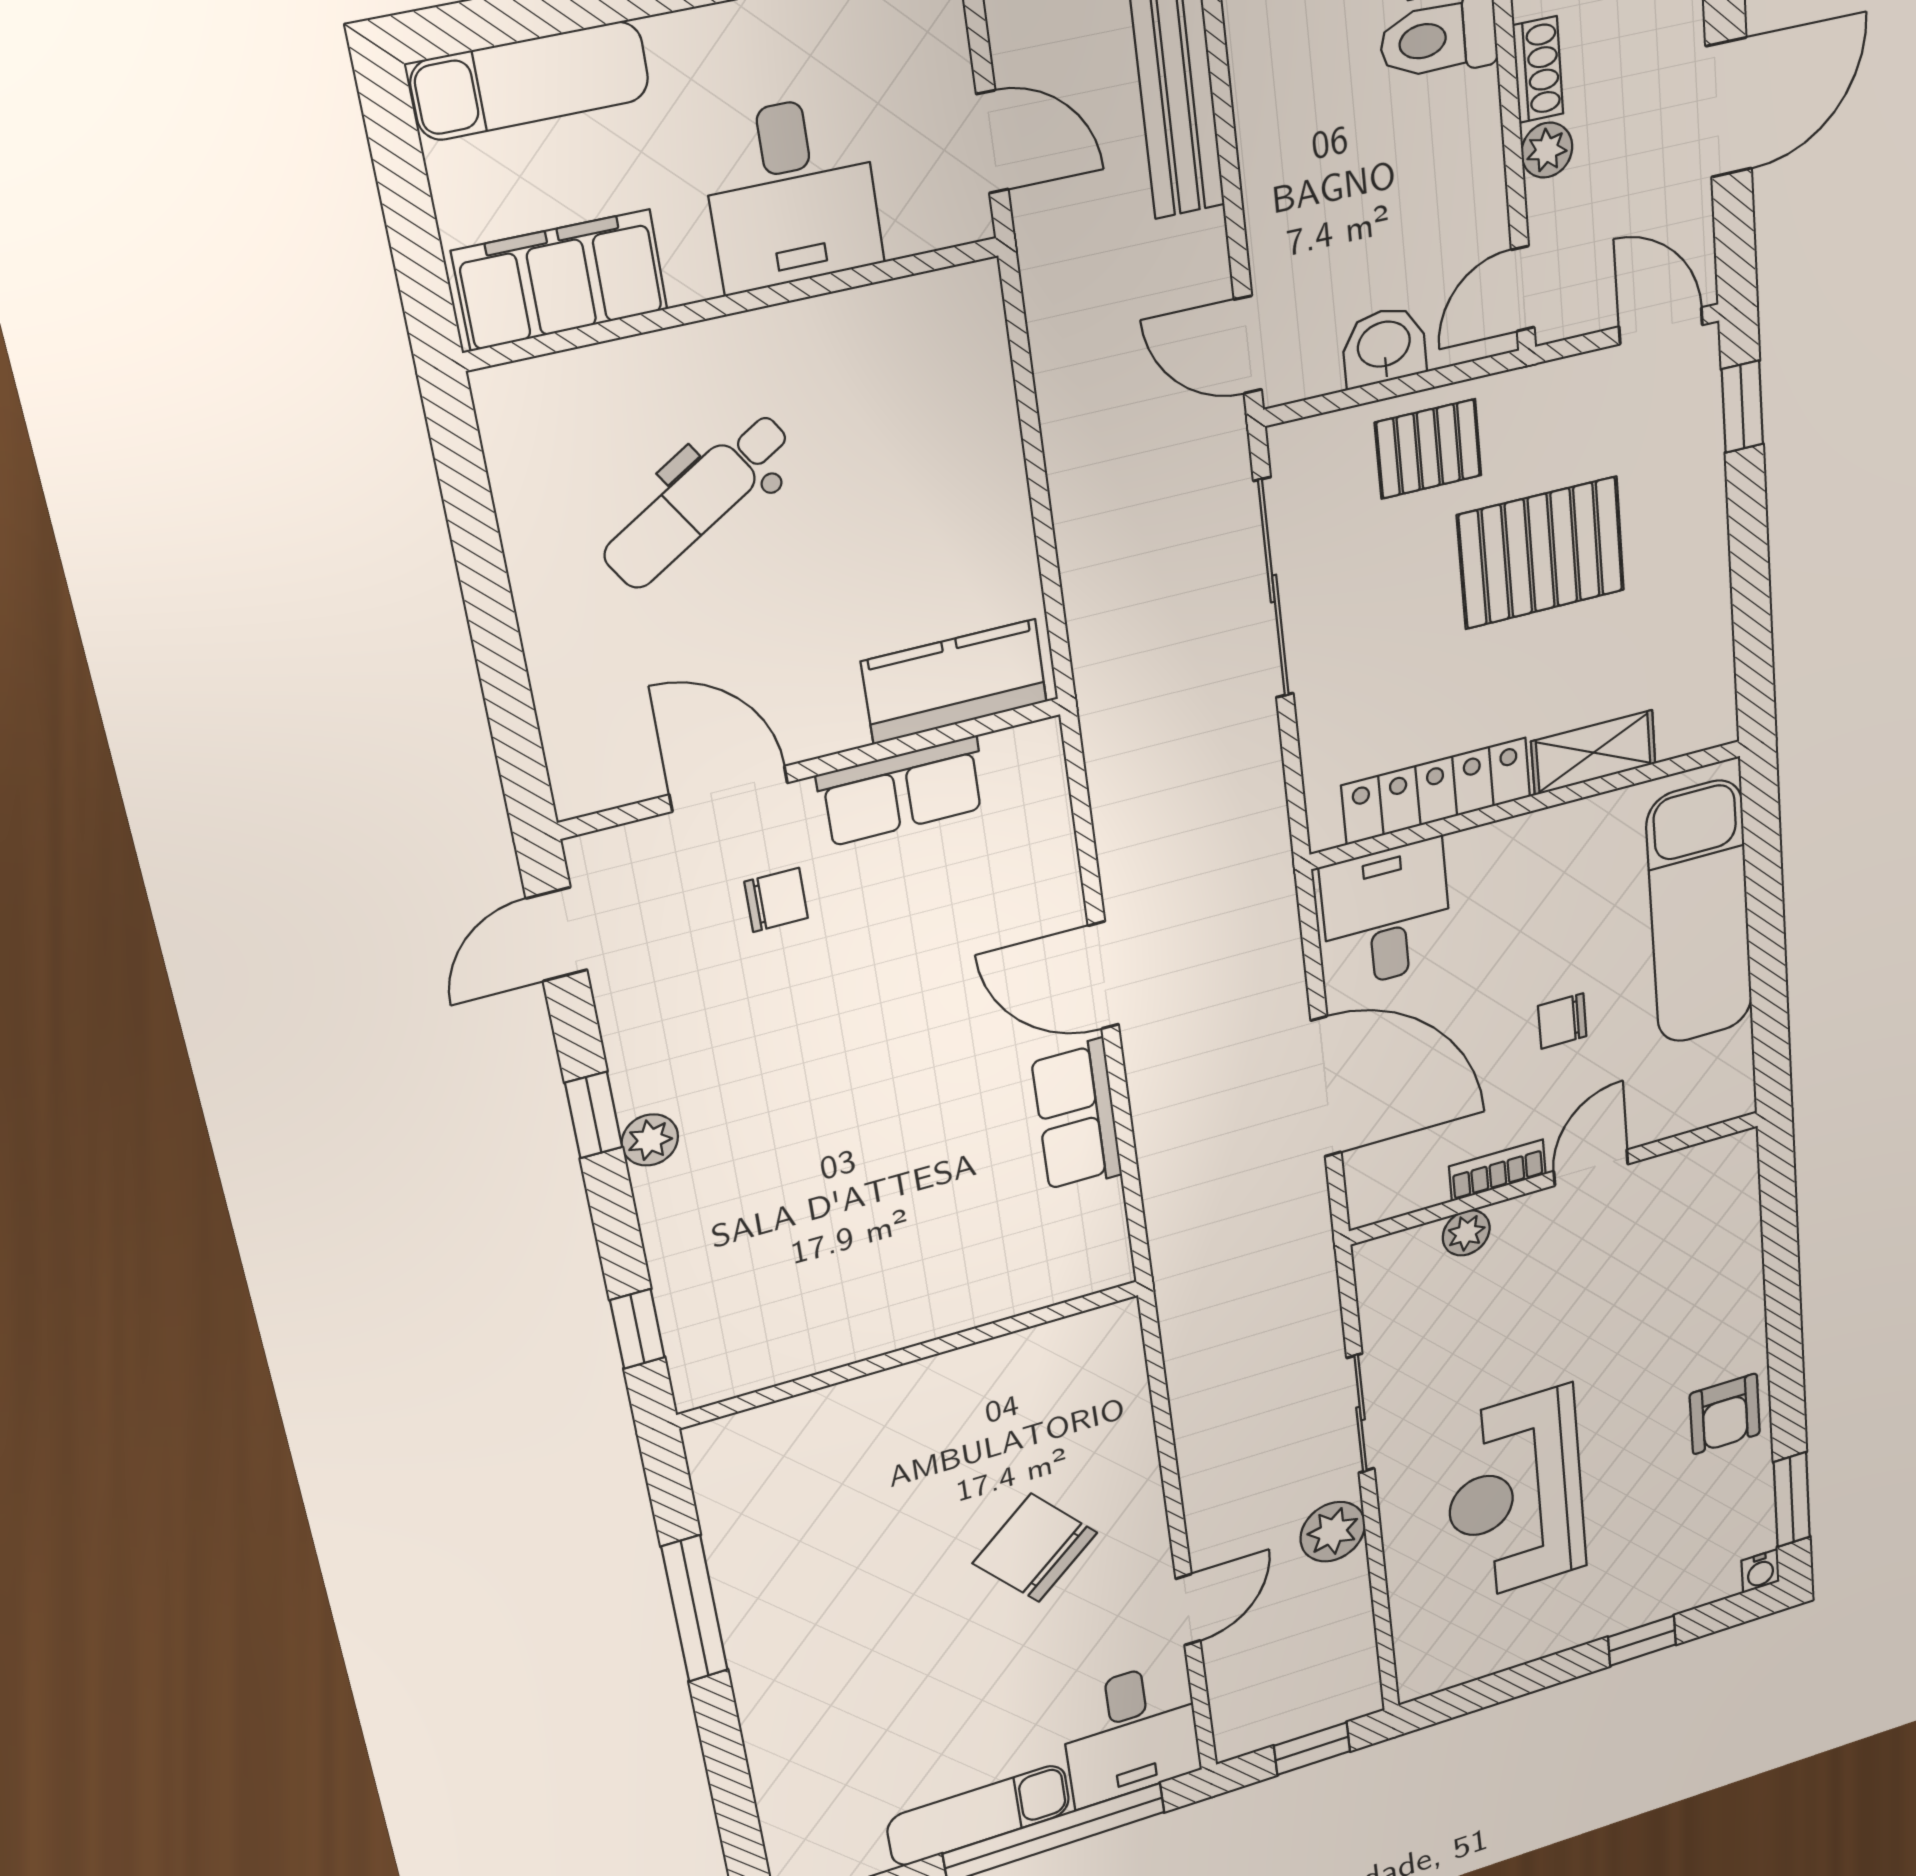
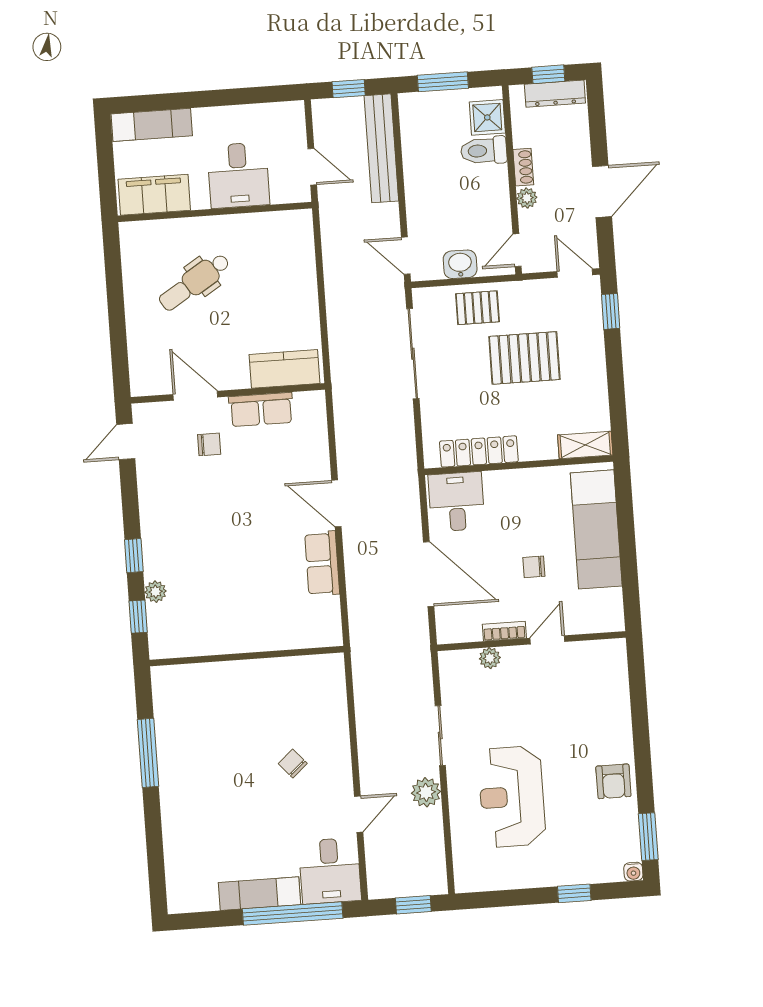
shelving: (1593, 753) -> (585, 445), moved
window: (594, 1115) -> (134, 556), moved
plant: (650, 1140) -> (156, 592), moved
chair: (1035, 1548) -> (293, 764), width x0.54, depth x0.54

